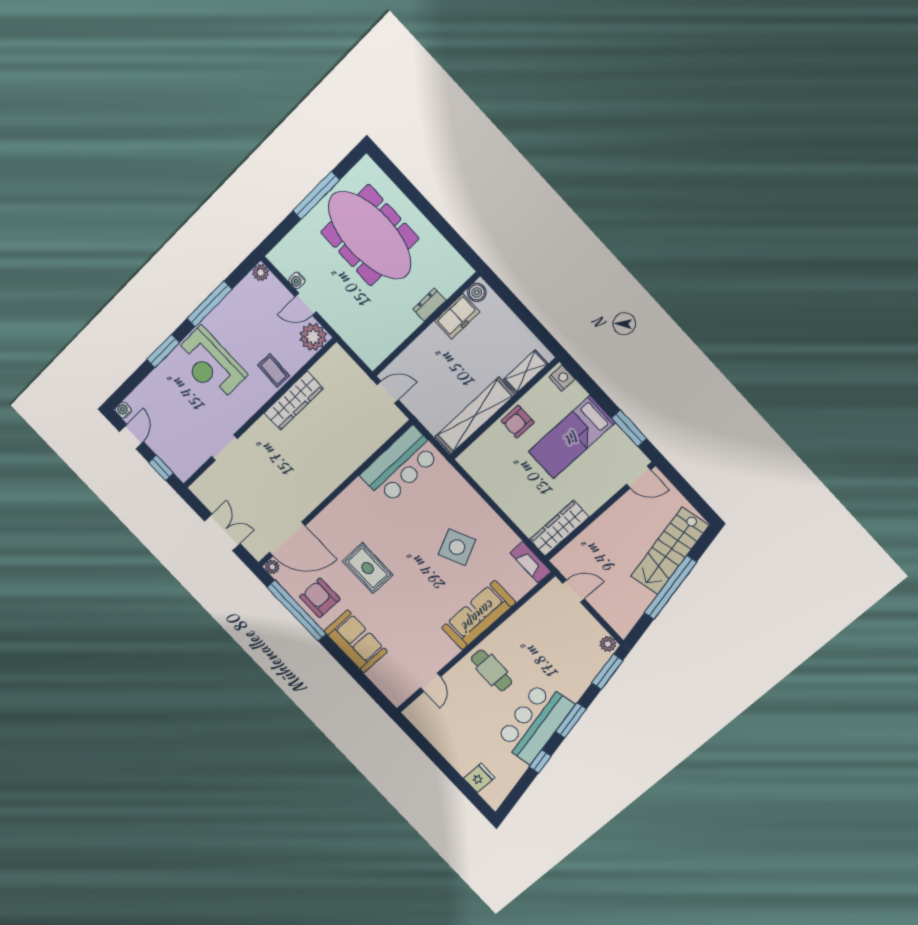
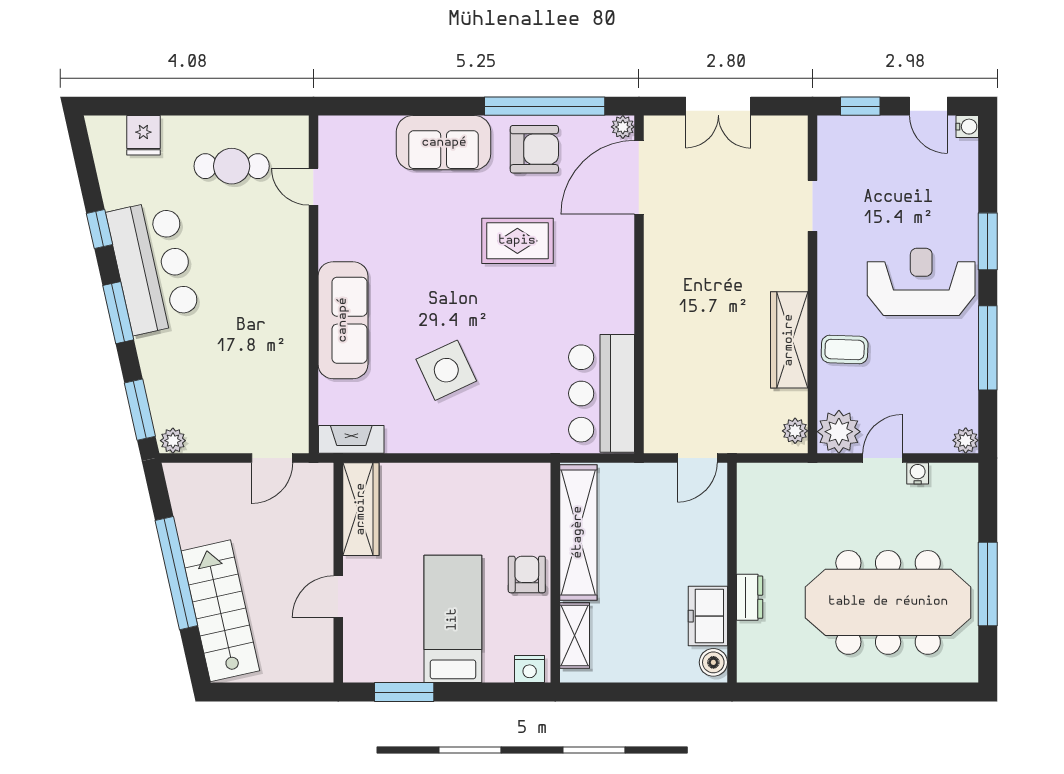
plant: (332, 358) -> (795, 431), added
door: (639, 477) -> (338, 597), moved
cafe table: (492, 670) -> (232, 166), moved

